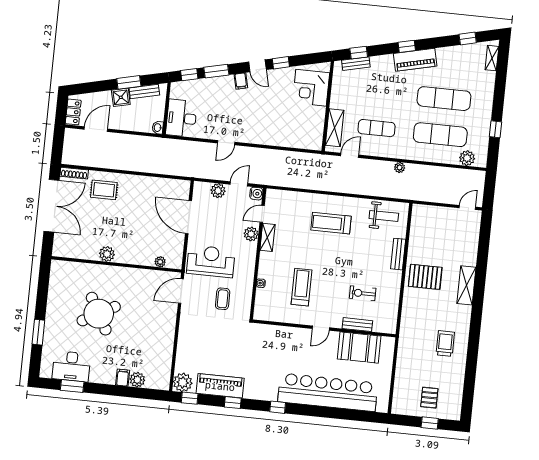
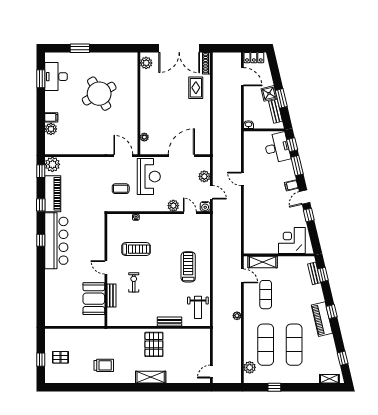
desk: (181, 118) -> (277, 148), moved, turned 77
door: (467, 207) -> (211, 372), swing flipped
shelving: (267, 237) -> (172, 219), removed
plant: (107, 254) -> (146, 63), moved
exercise bike: (363, 293) -> (134, 282), moved
bar counter: (328, 392) -> (56, 241), moved, width x0.73

